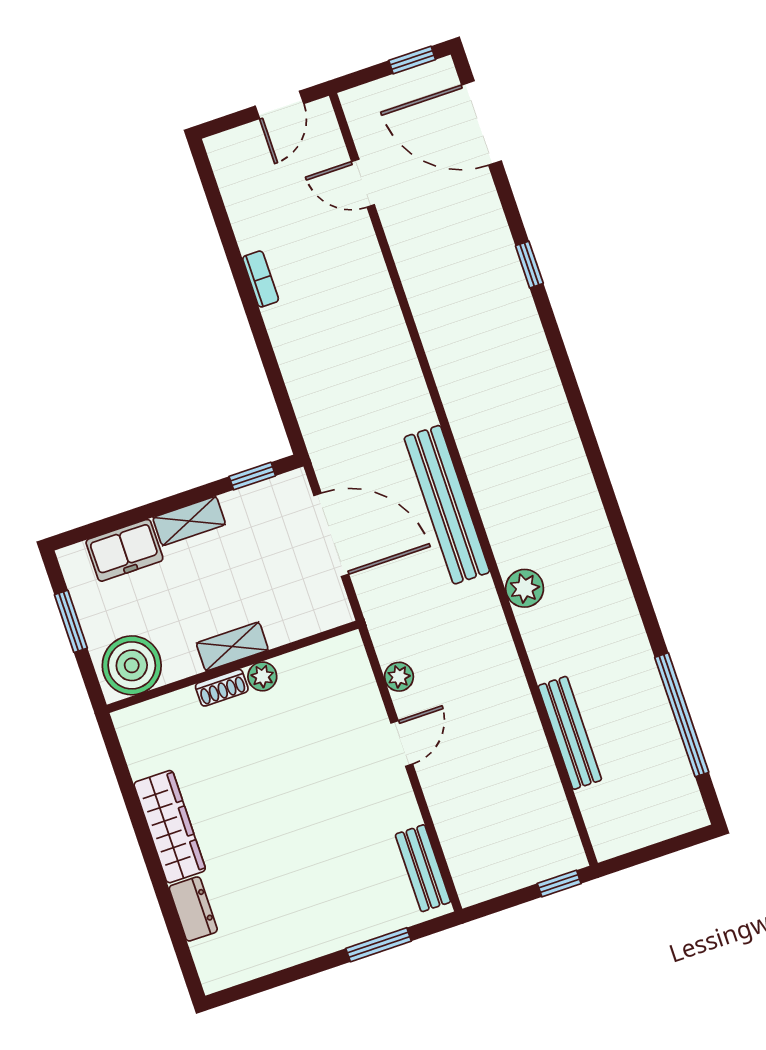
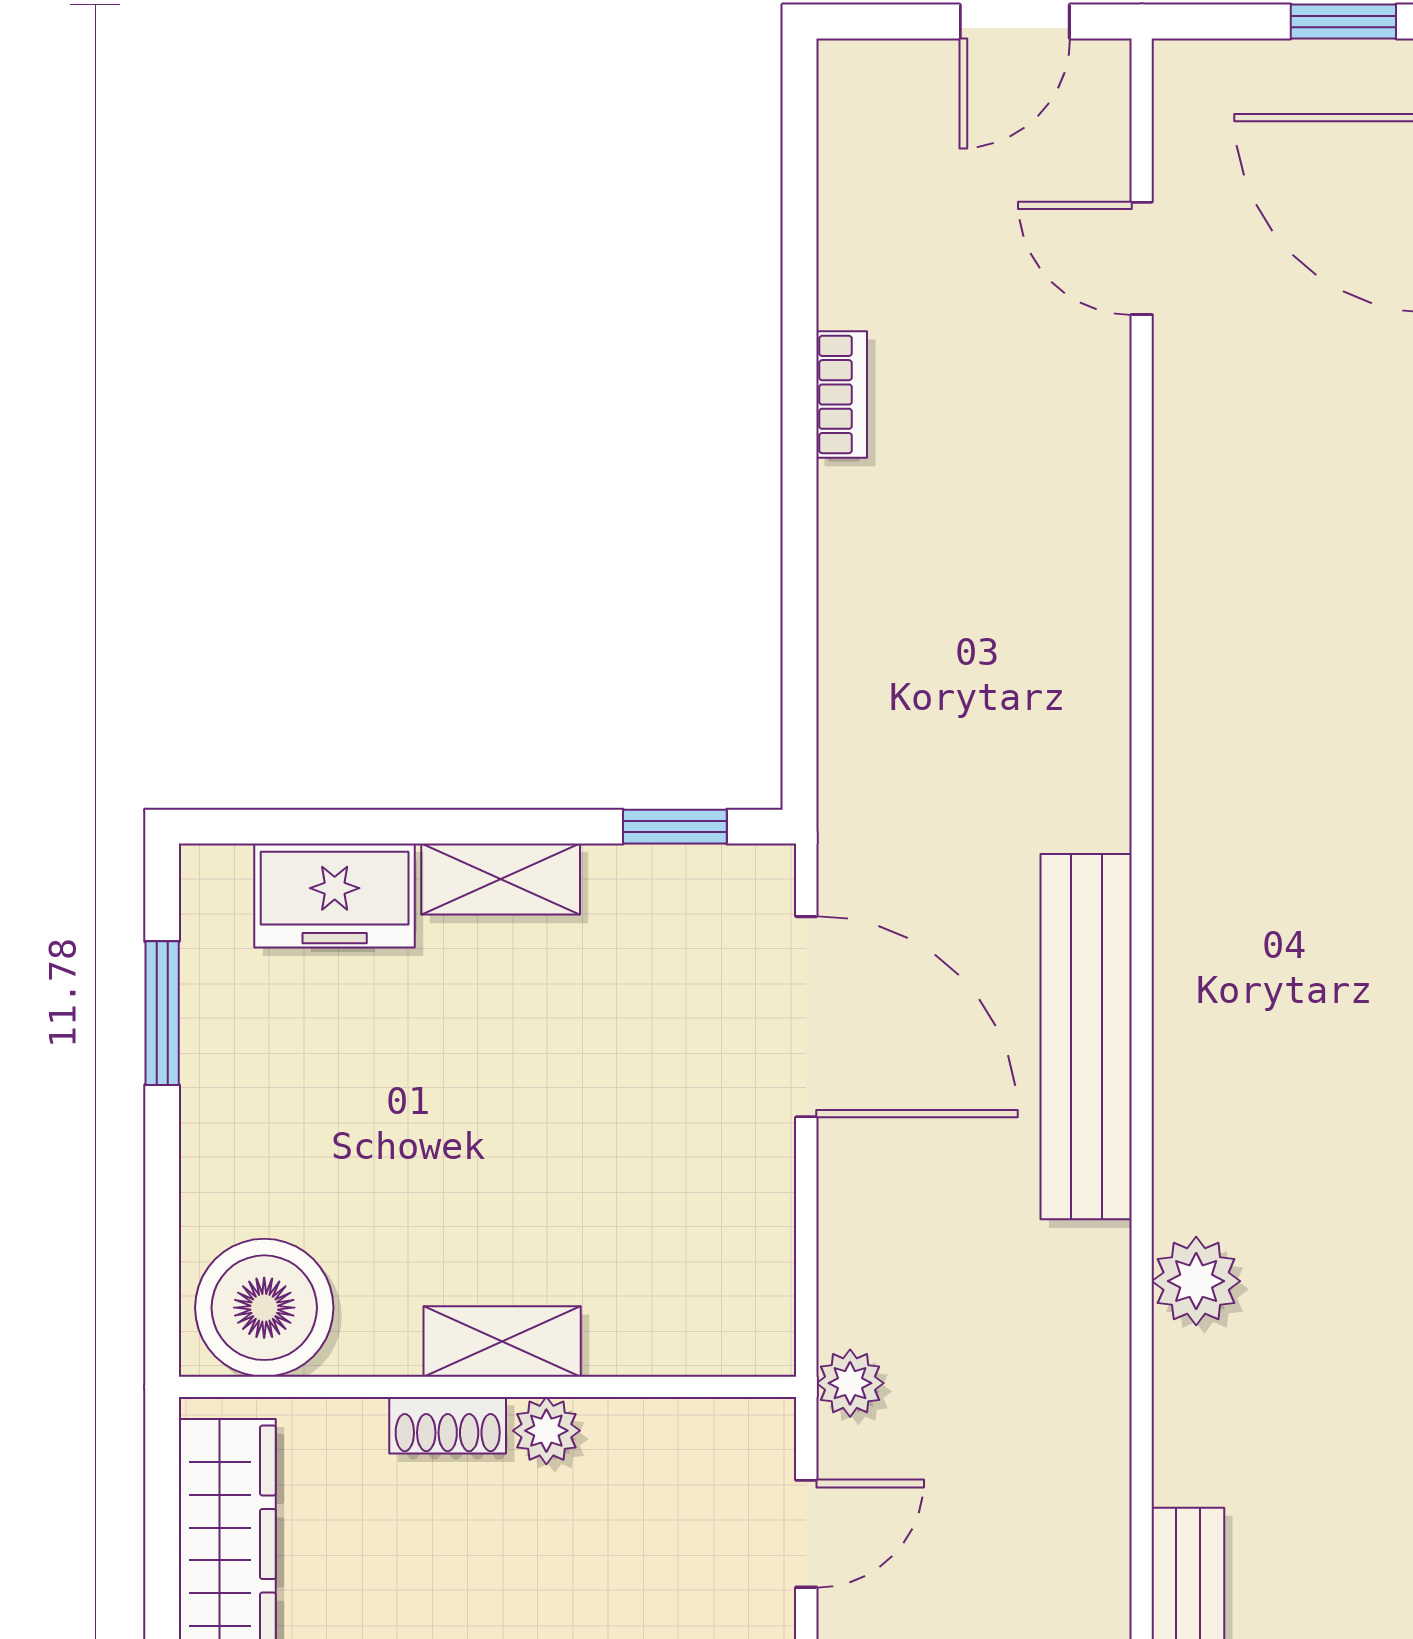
shelving: (232, 646) -> (502, 1341), moved
boiler: (132, 665) -> (264, 1308), moved
wall: (233, 667) -> (488, 1387), moved
plant: (262, 676) -> (546, 1431), moved
shoe rack: (222, 688) -> (448, 1425), moved

